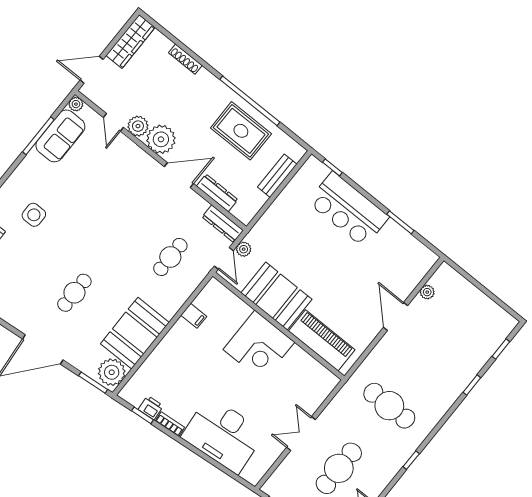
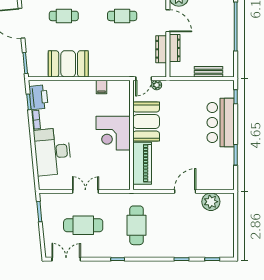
rug: (241, 131) -> (217, 34), removed
dresser: (223, 224) -> (161, 49), moved
cafe table: (170, 257) -> (122, 16), moved
plant: (427, 292) -> (211, 202), width x1.87, depth x1.87
plant: (112, 372) -> (38, 68), removed
printer: (151, 408) -> (38, 97), width x1.87, depth x1.48

